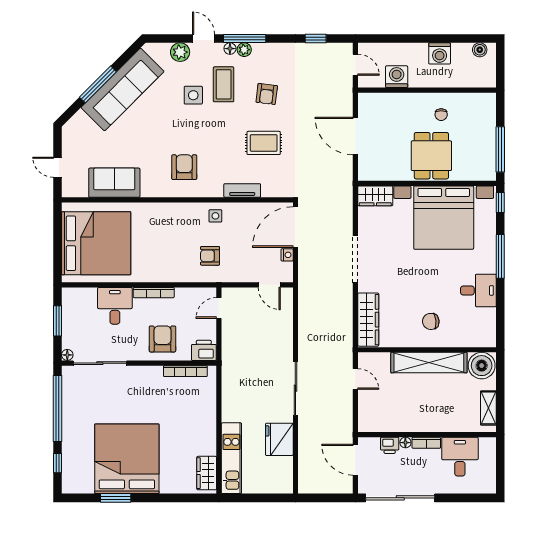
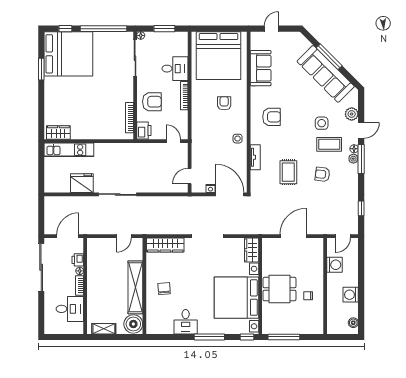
armchair: (210, 256) -> (224, 103), moved
bed: (127, 459) -> (68, 54), moved

